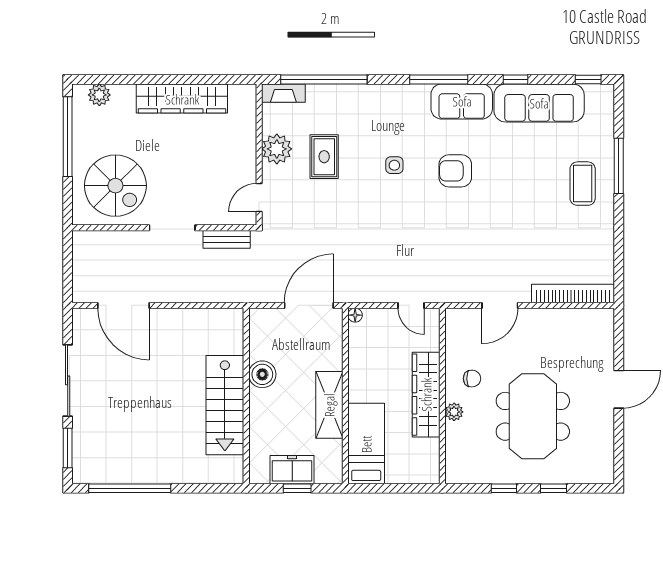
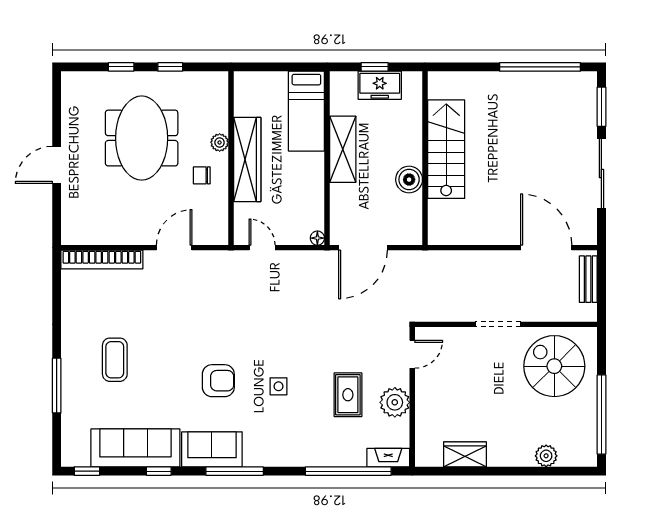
plant: (99, 95) -> (546, 456), moved
wardrobe: (182, 99) -> (465, 454), width x0.48, depth x0.85
coffee table: (583, 184) -> (115, 360), moved
bench: (227, 239) -> (588, 279), moved, turned 90

